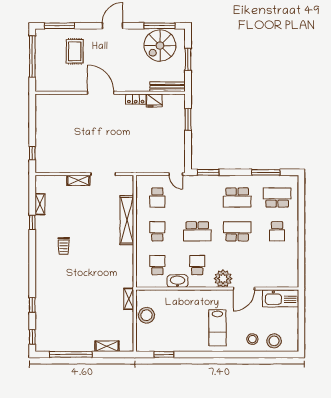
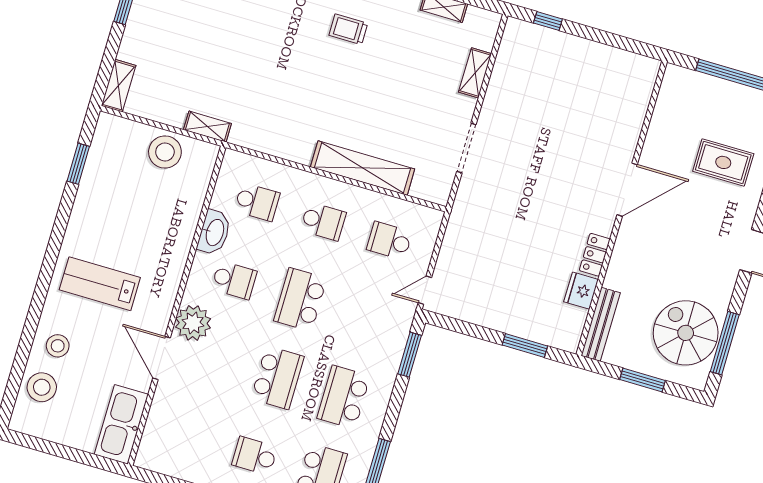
shelving: (78, 180) -> (475, 73), moved
shelving: (107, 346) -> (119, 86), moved

